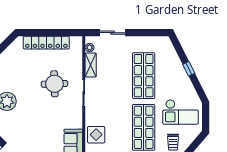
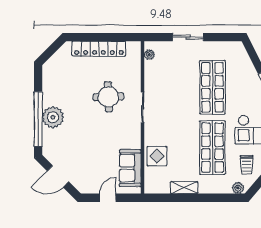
sliding door: (112, 33) -> (188, 37), moved
shelving: (91, 65) -> (151, 75), removed

